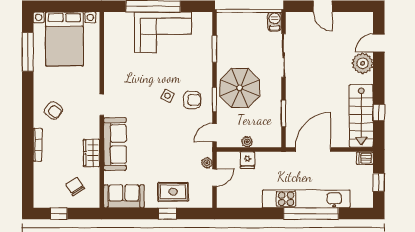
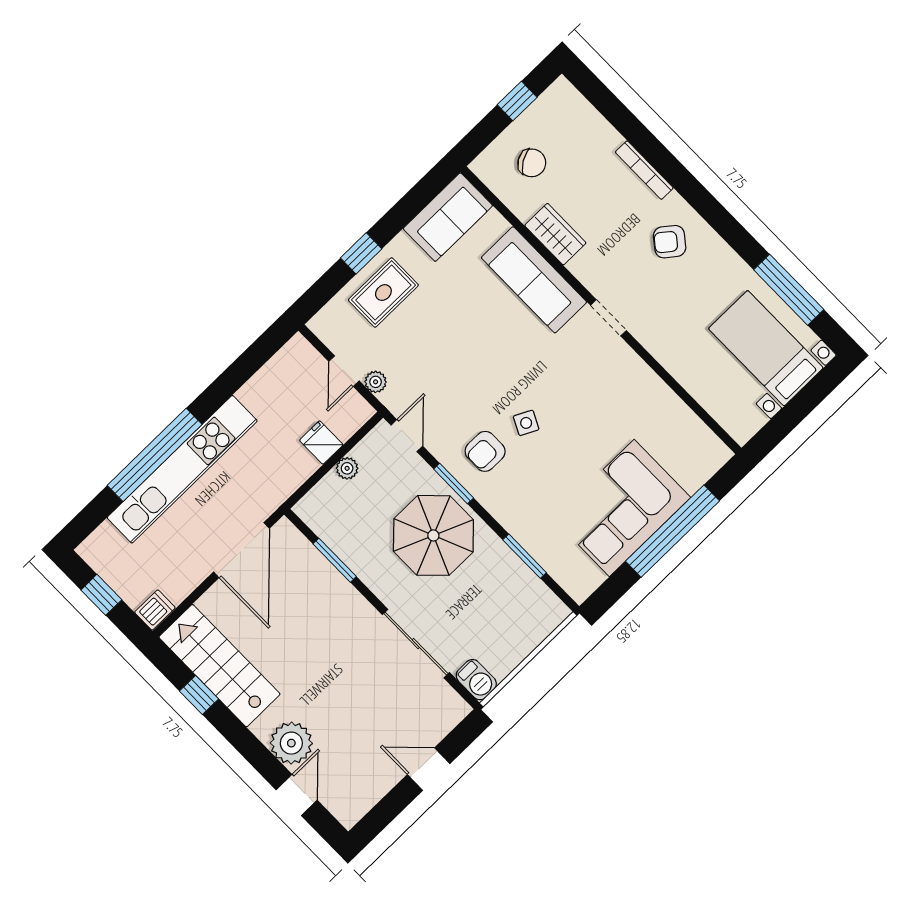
bed with nightstands: (64, 39) -> (766, 348), width x0.73

